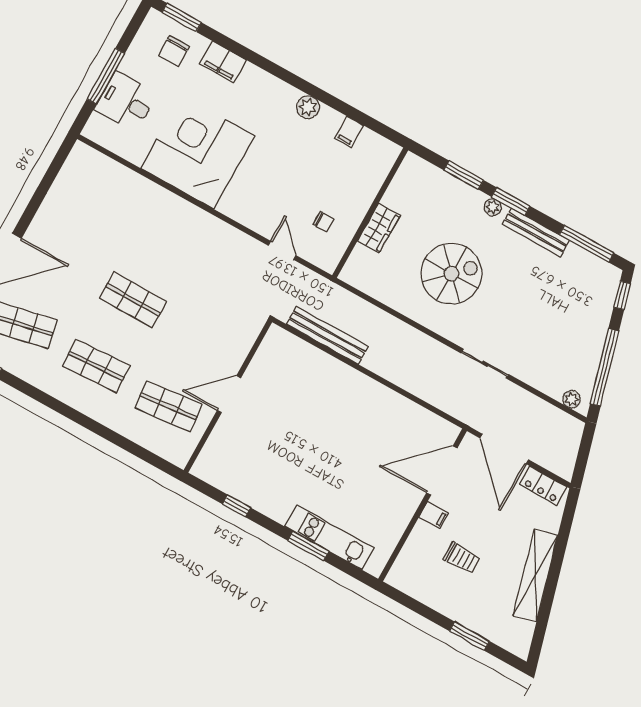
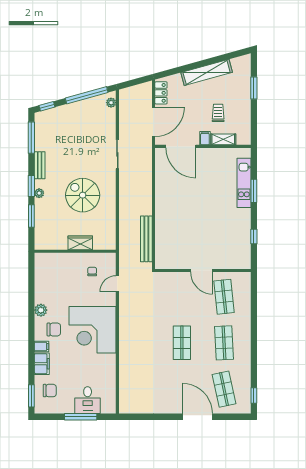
chair: (266, 111) -> (54, 329), added
filing cabinet: (349, 132) -> (42, 346), moved
corner desk: (198, 152) -> (93, 330), moved
bench: (536, 232) -> (40, 165), width x0.73
shelving: (416, 543) -> (223, 139), added

